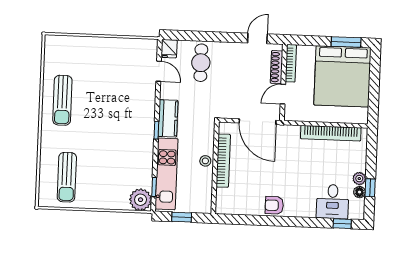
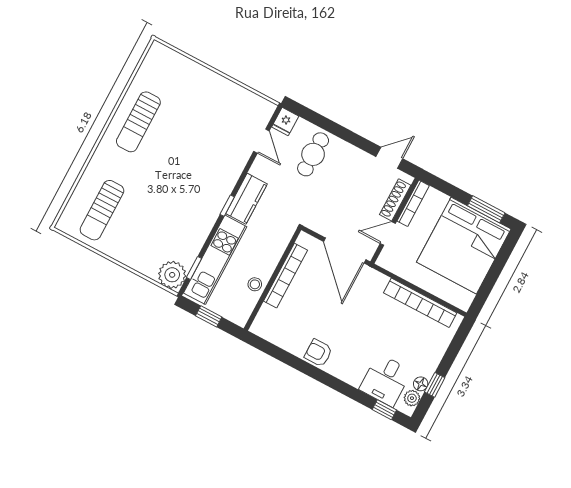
stool: (205, 161) -> (255, 284), moved
plant: (359, 179) -> (412, 398), moved

